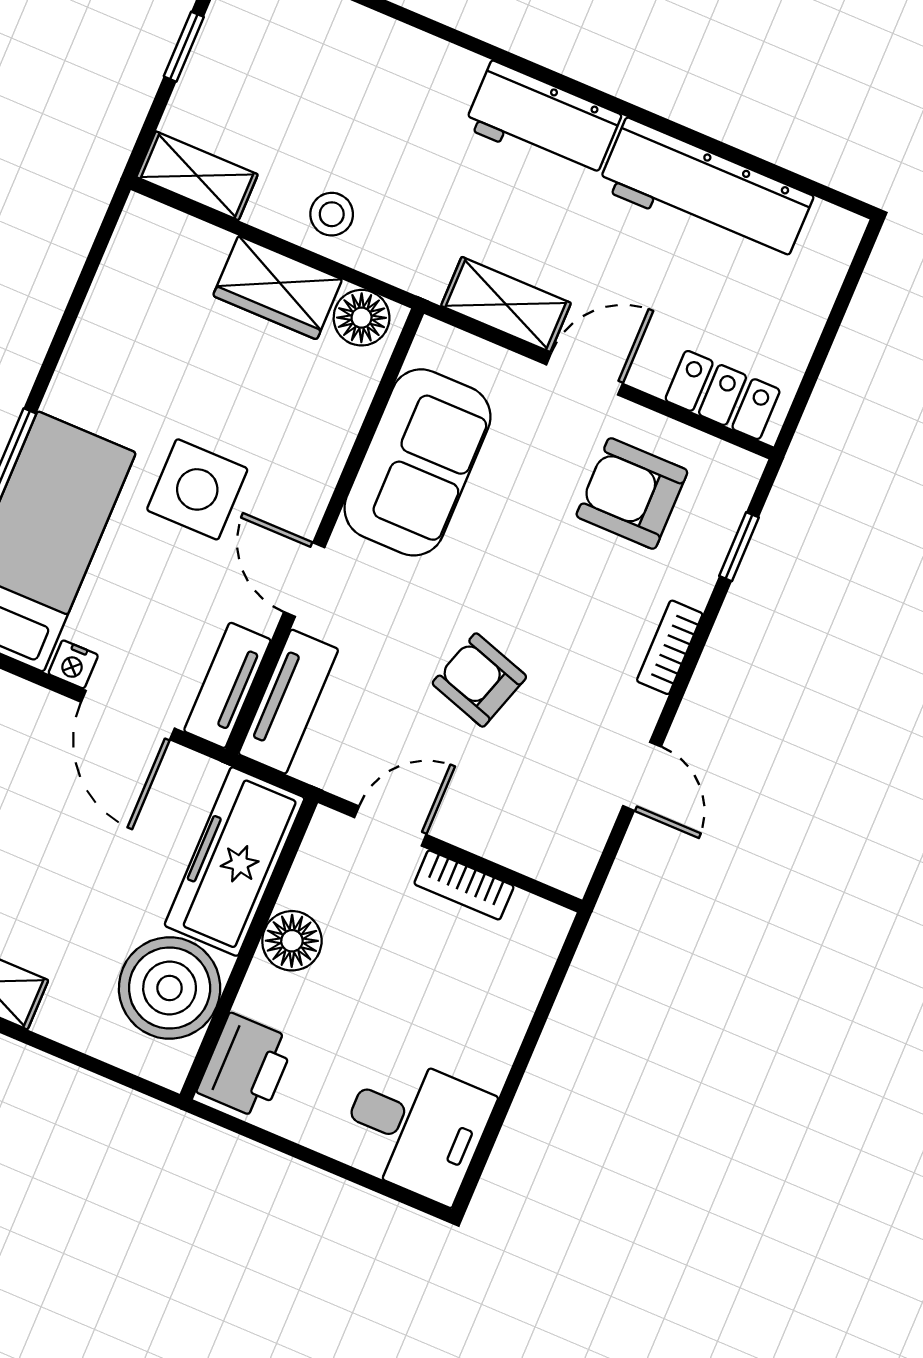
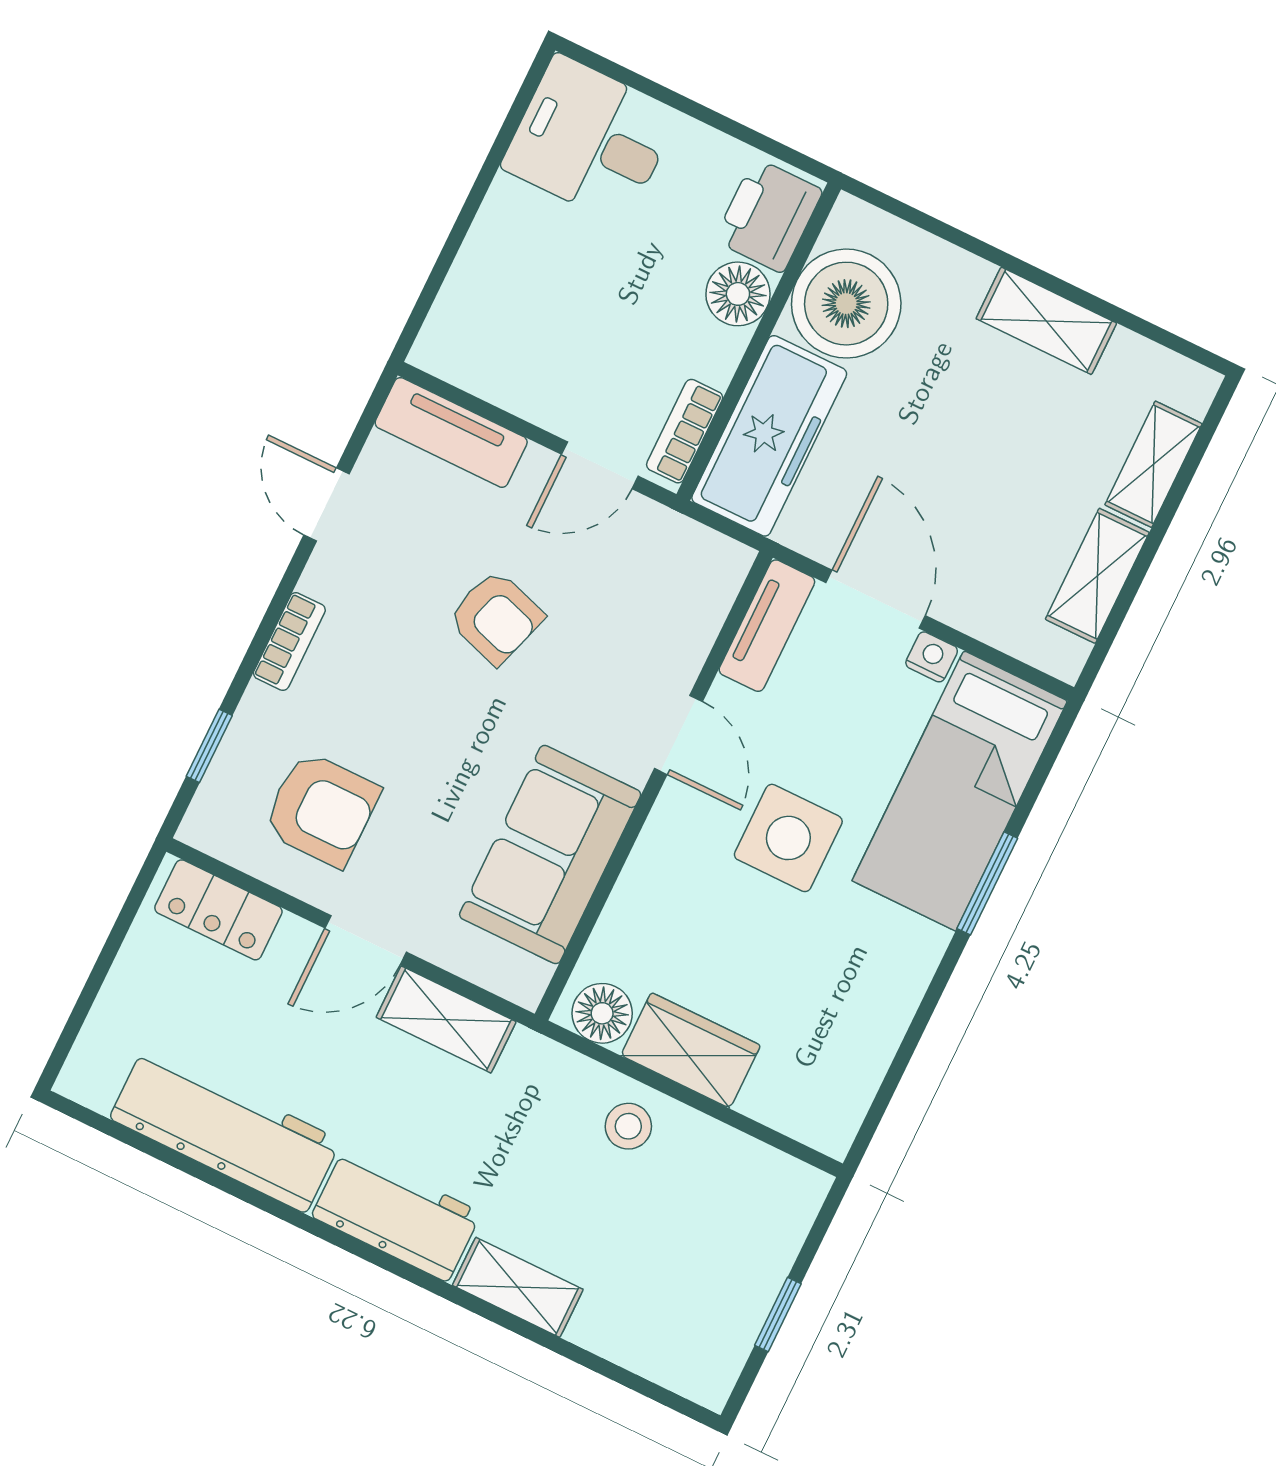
shelving: (197, 176) -> (518, 1287), moved
tv unit: (288, 702) -> (451, 432), moved, turned -90
bookcase: (464, 885) -> (685, 431), moved, turned -90
floor lamp: (292, 941) -> (738, 294), moved

